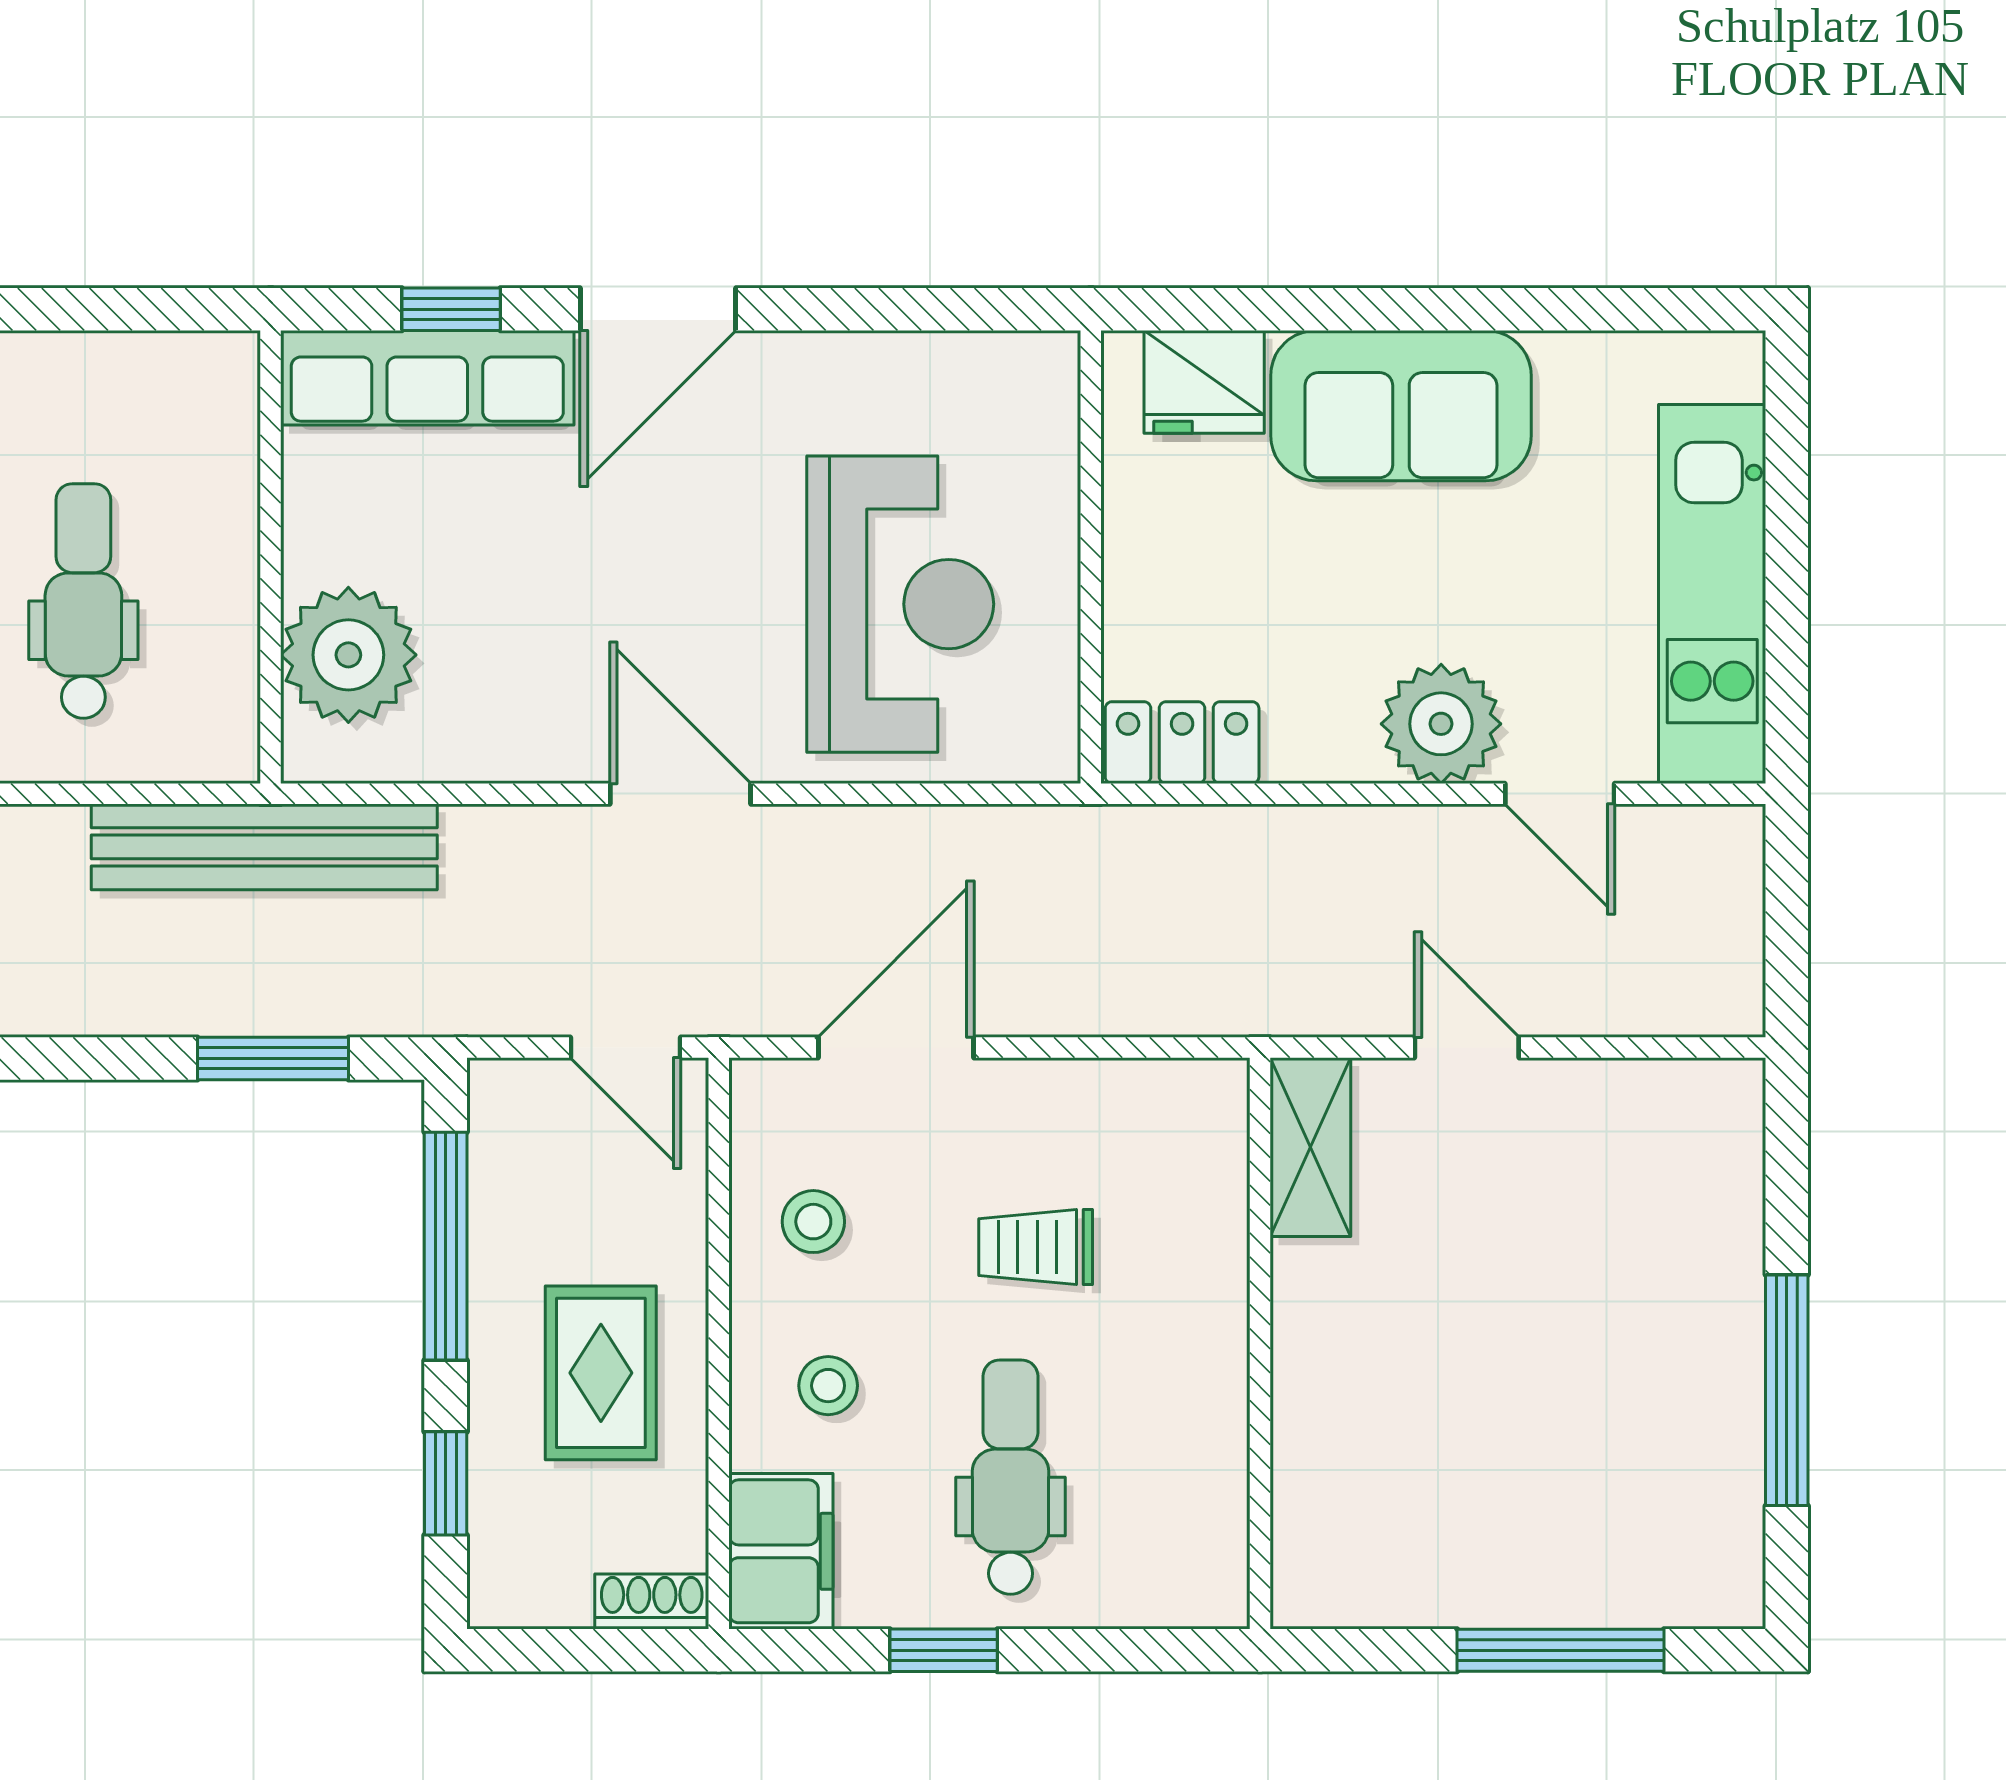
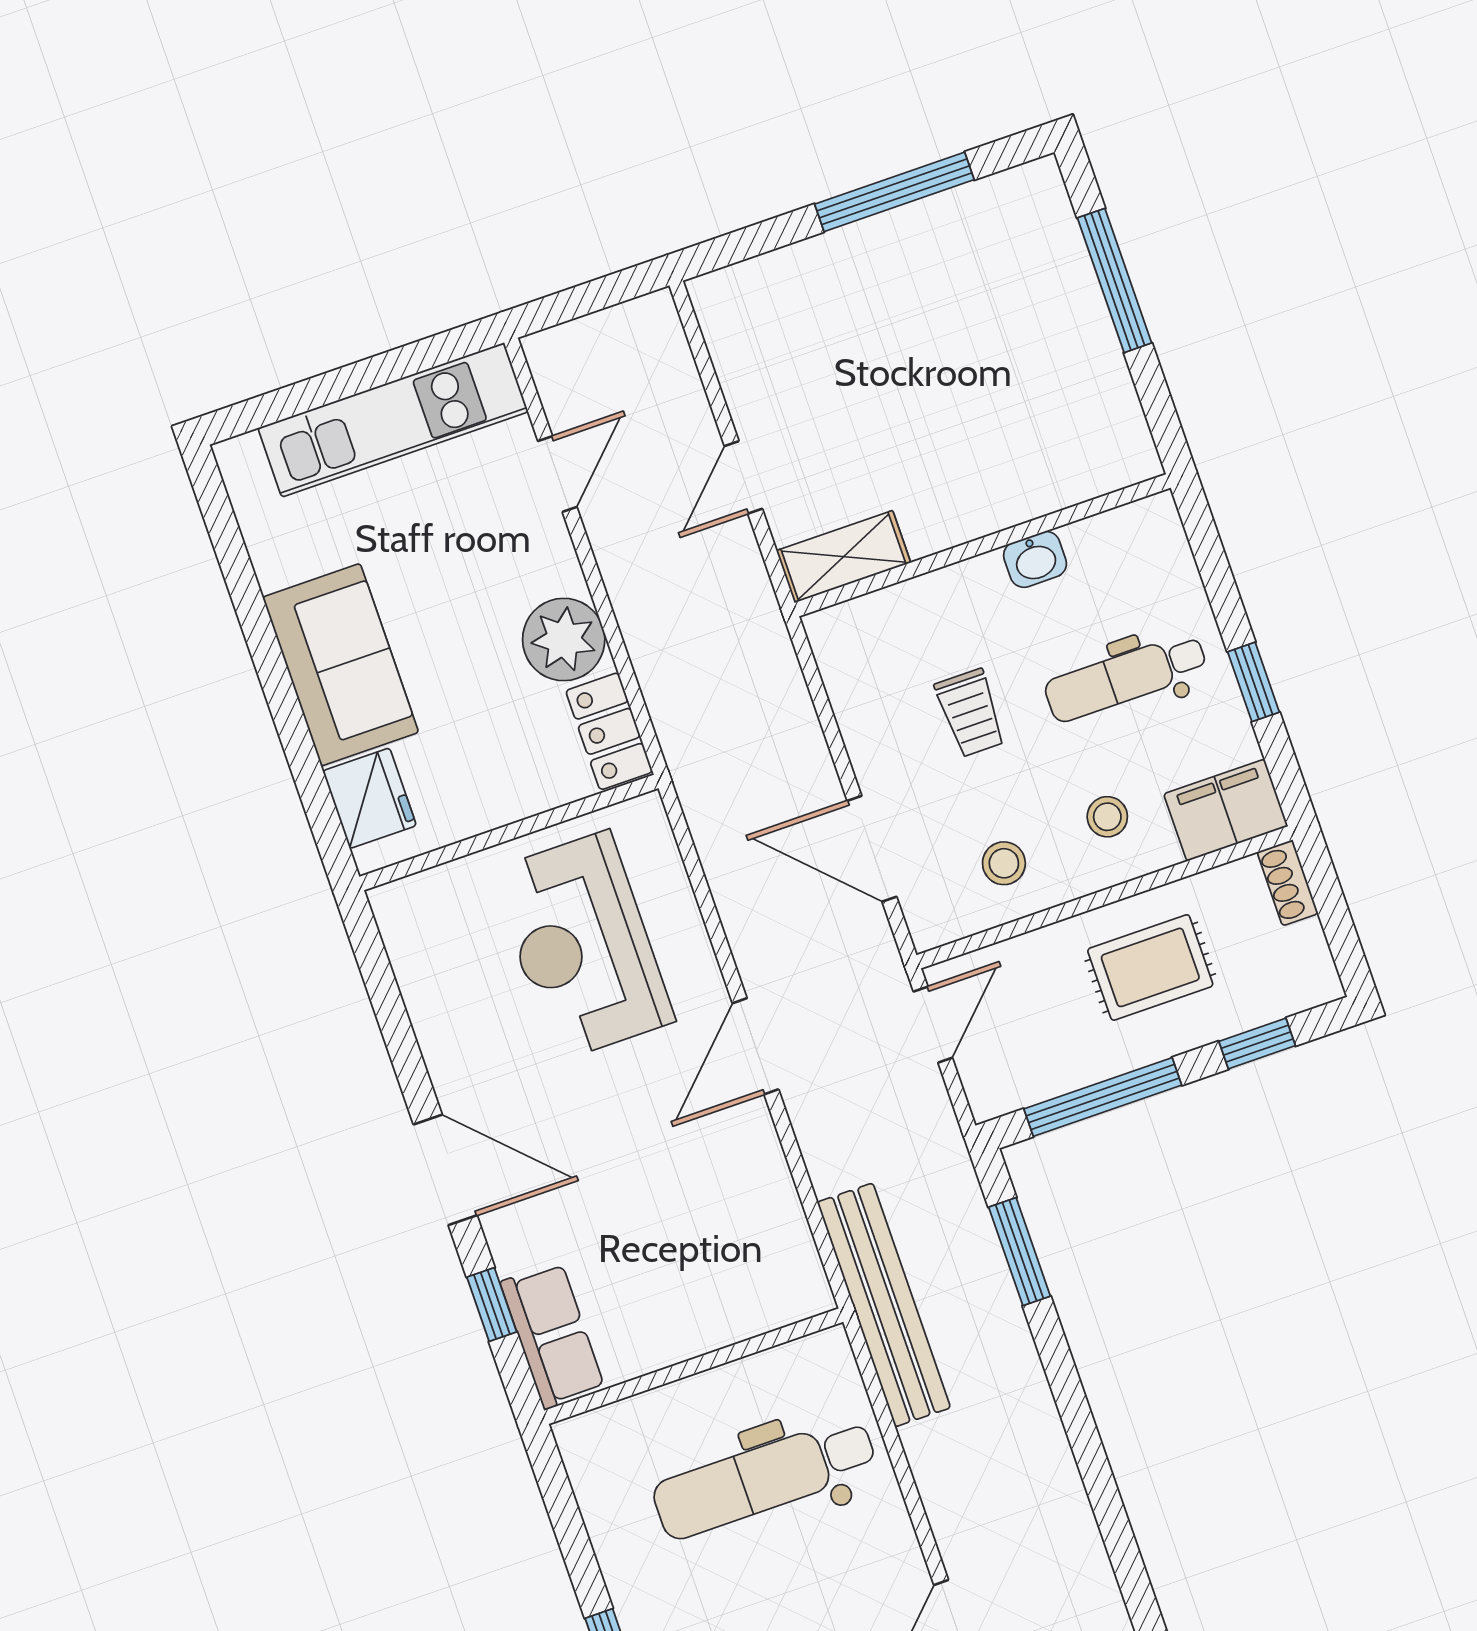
row of seats: (427, 378) -> (553, 1335), width x0.68
dental chair: (83, 601) -> (765, 1478), width x1.36, depth x1.38
reception desk: (900, 604) -> (583, 946), turned -90
plant: (348, 655) -> (740, 1294), removed
plant: (1441, 724) -> (564, 639), moved
washbasin: (1216, 1409) -> (1035, 559), added

